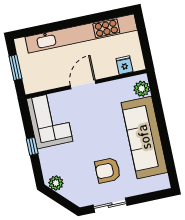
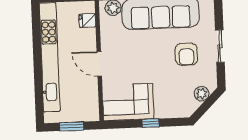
plant: (56, 183) -> (202, 94), moved
sliding door: (110, 205) -> (220, 46), moved

